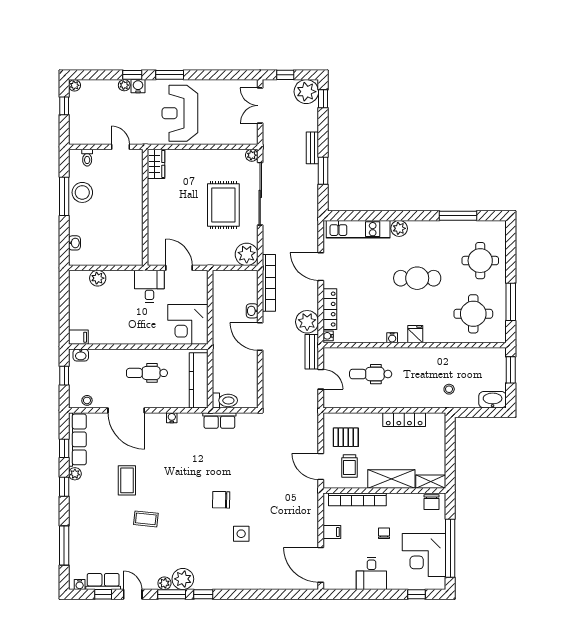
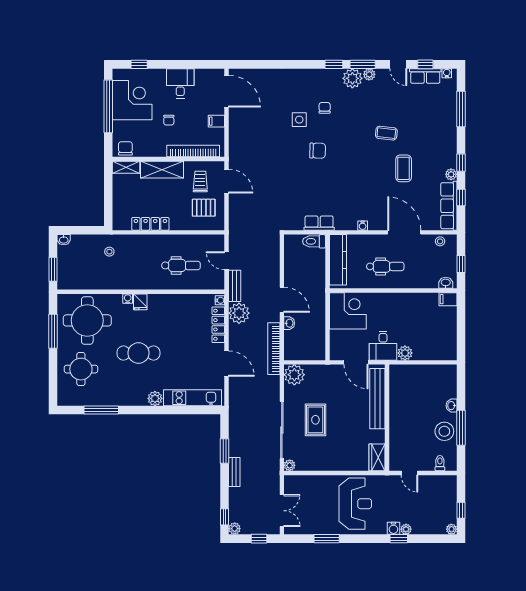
window: (170, 75) -> (327, 539), moved
plant: (306, 92) -> (235, 529), width x0.53, depth x0.53
rug: (223, 205) -> (315, 420), width x0.73, depth x0.70
bench: (156, 228) -> (377, 399), added
washbasin: (74, 243) -> (451, 406), moved
plant: (98, 278) -> (405, 353), moved
round table: (473, 314) -> (87, 320), width x1.36, depth x1.36
water cooler: (392, 338) -> (128, 299), moved
washbasin: (493, 400) -> (64, 240), width x0.52, depth x0.69
chair: (213, 547) -> (325, 108), added

